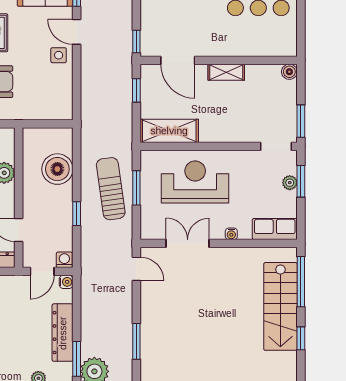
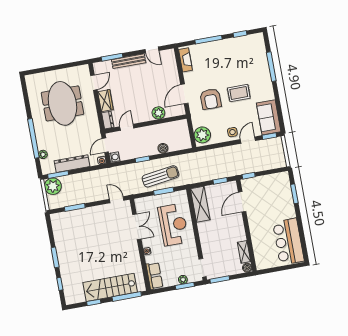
shelving: (226, 72) -> (244, 252), moved
plant: (54, 106) -> (202, 135), added
boiler: (57, 169) -> (163, 148), width x0.54, depth x0.54
door: (136, 269) -> (117, 200), swing flipped
door: (42, 271) -> (105, 145), hinge flipped

